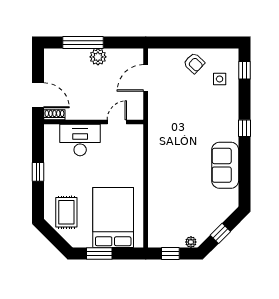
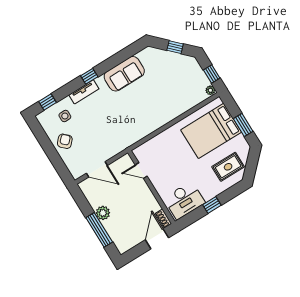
tv unit: (232, 113) -> (84, 92), added
desk: (80, 140) -> (184, 200), moved, turned -90
plant: (191, 242) -> (210, 90), moved

